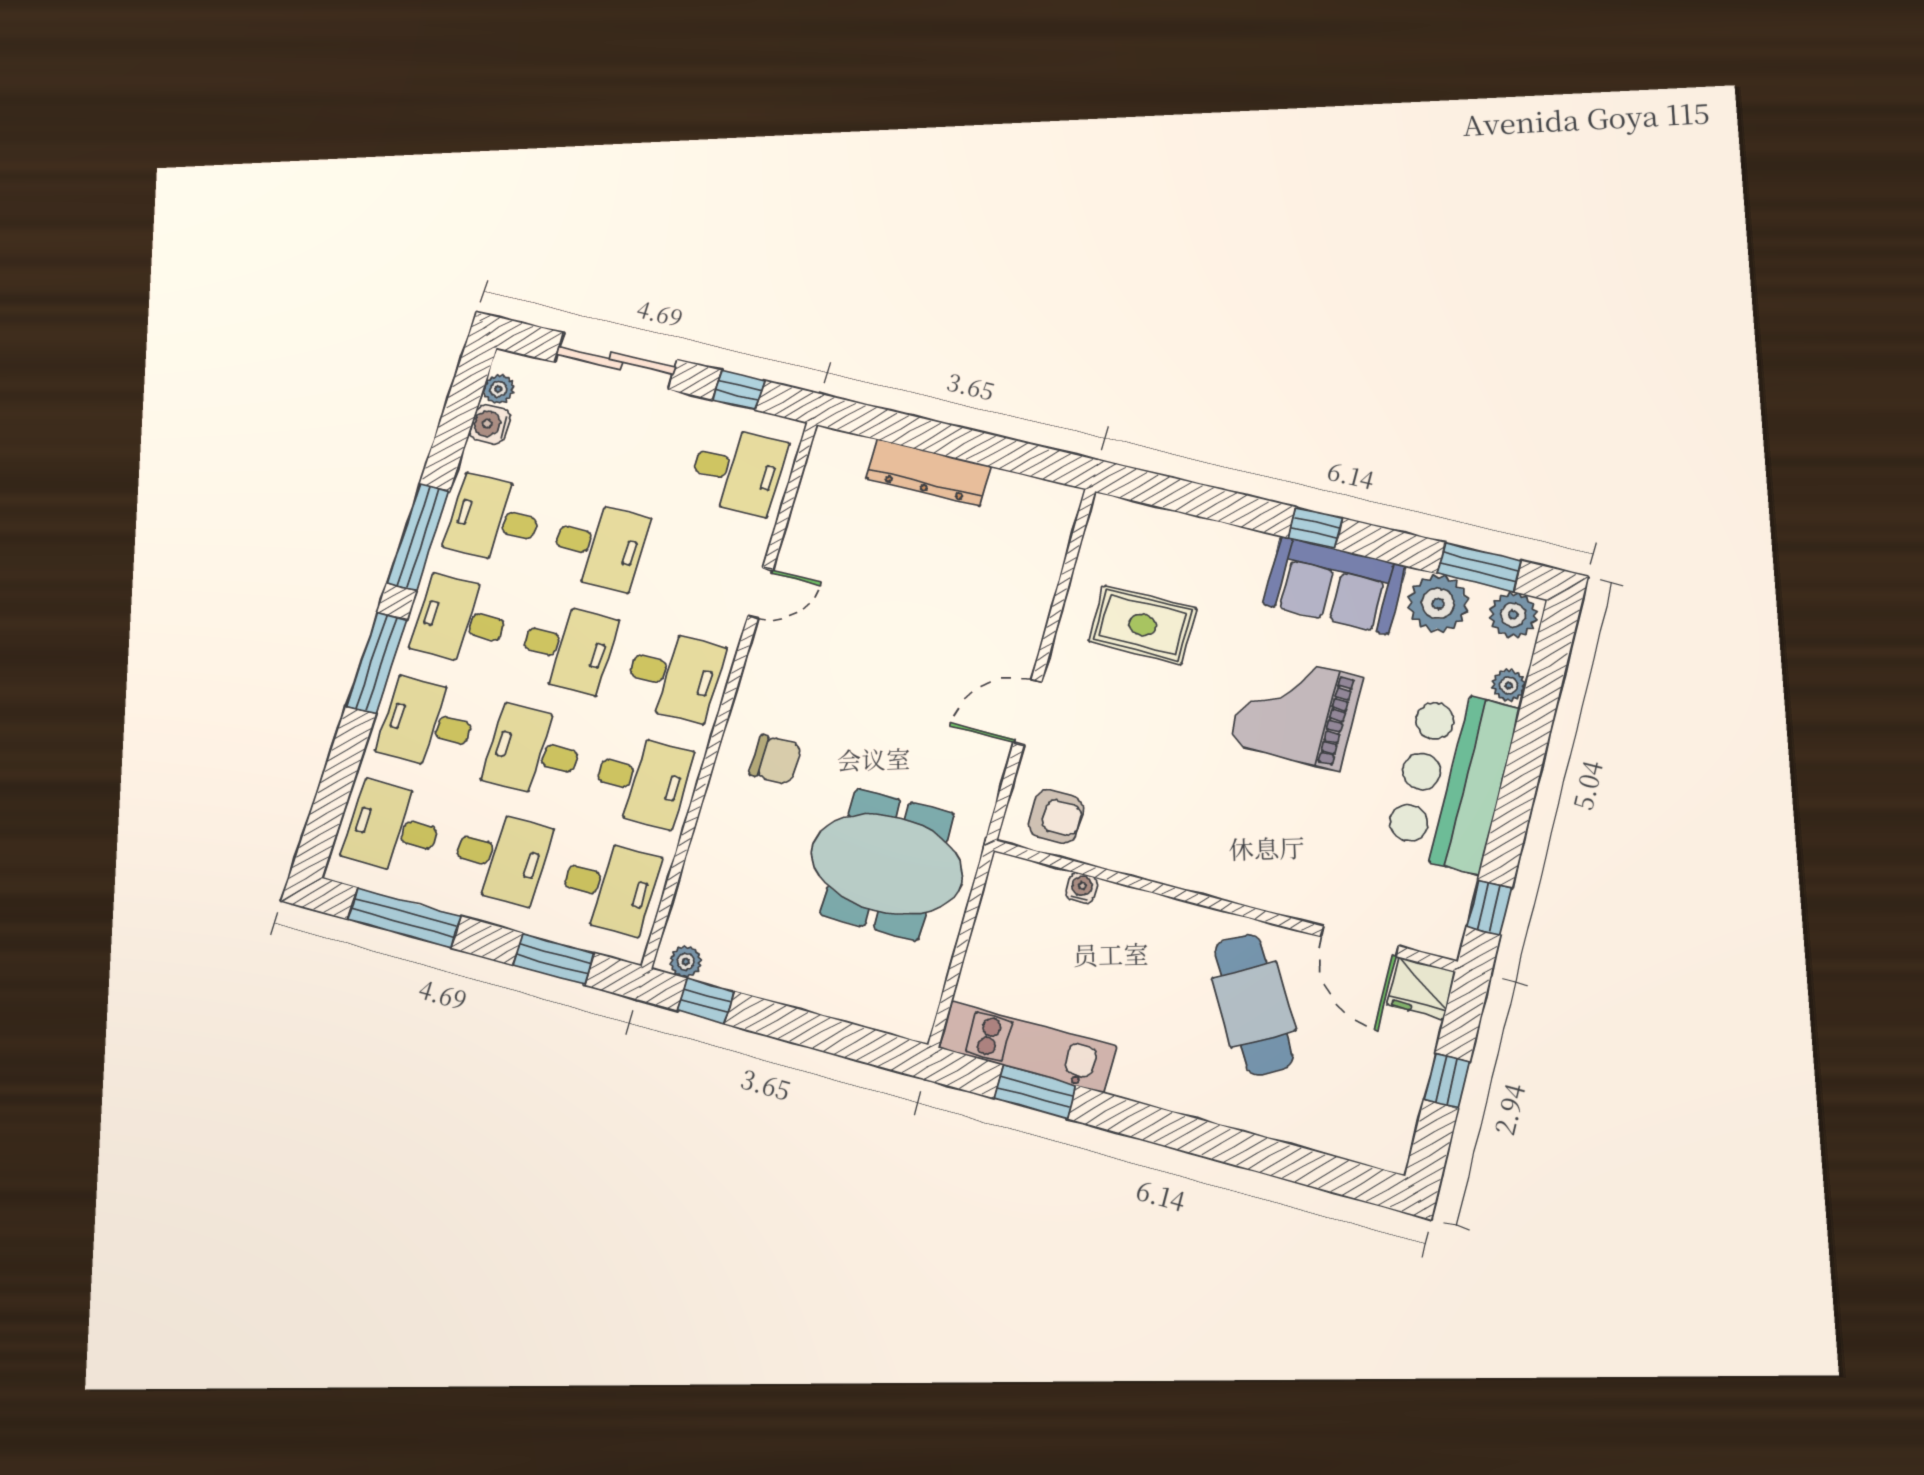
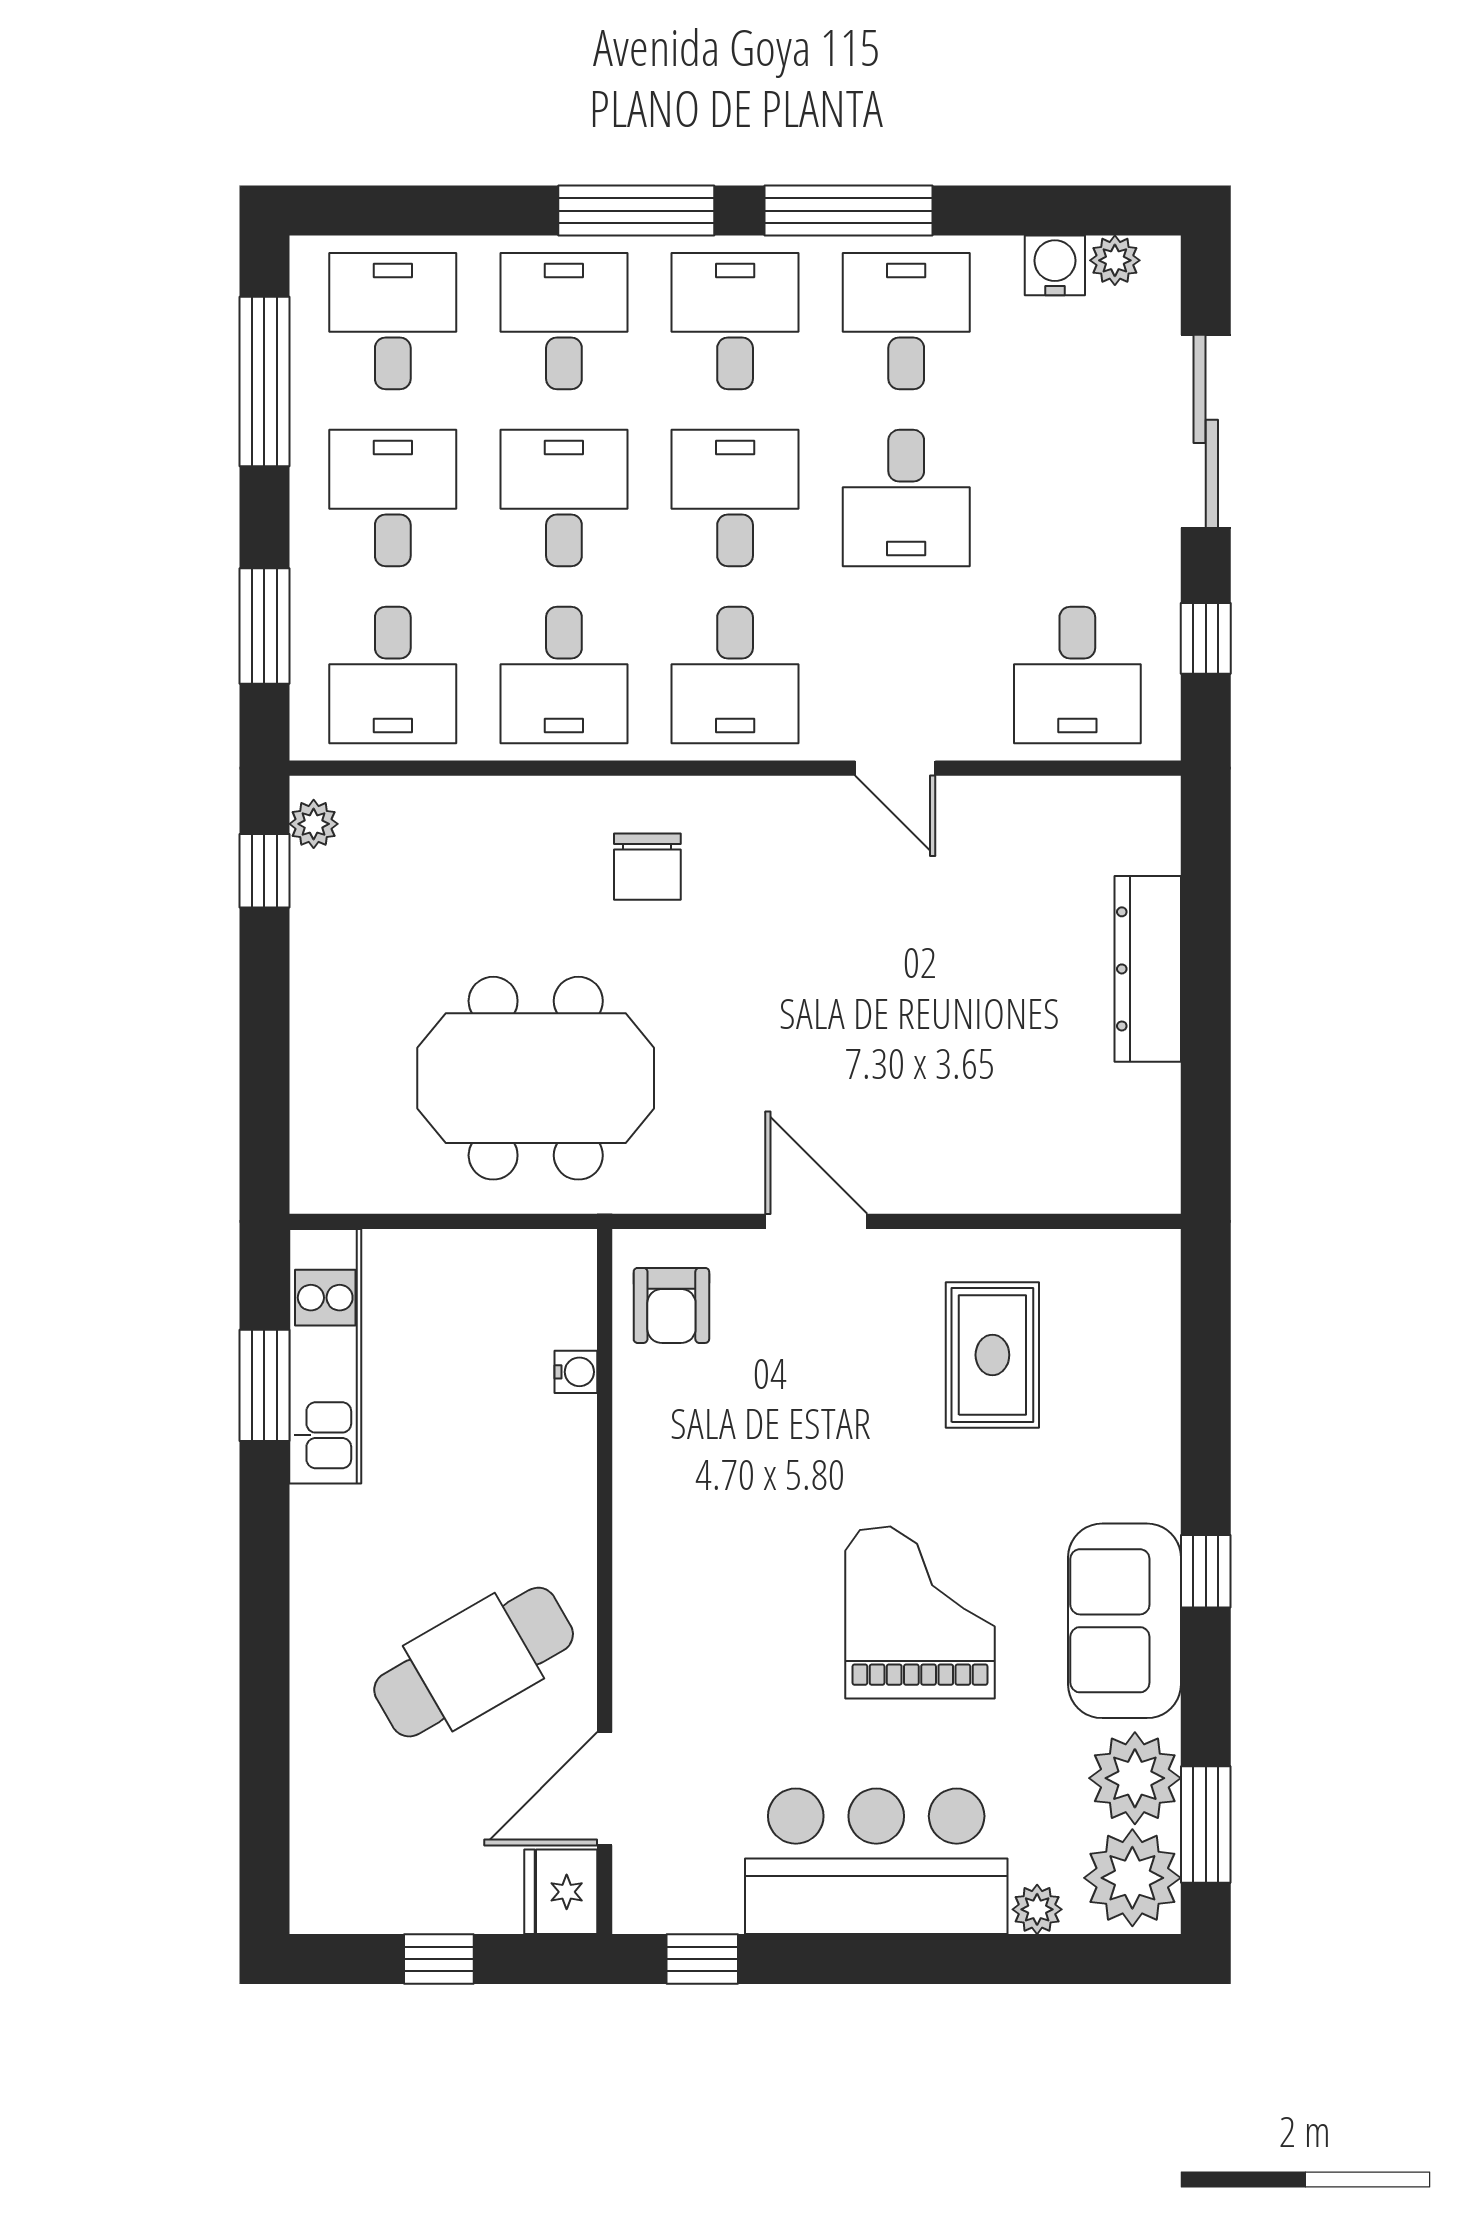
plant: (1513, 615) -> (1132, 1878), width x1.36, depth x1.36
desk: (567, 648) -> (735, 498), turned 180
desk: (501, 857) -> (393, 498), turned 180
meeting table: (887, 864) -> (536, 1078), turned 90

